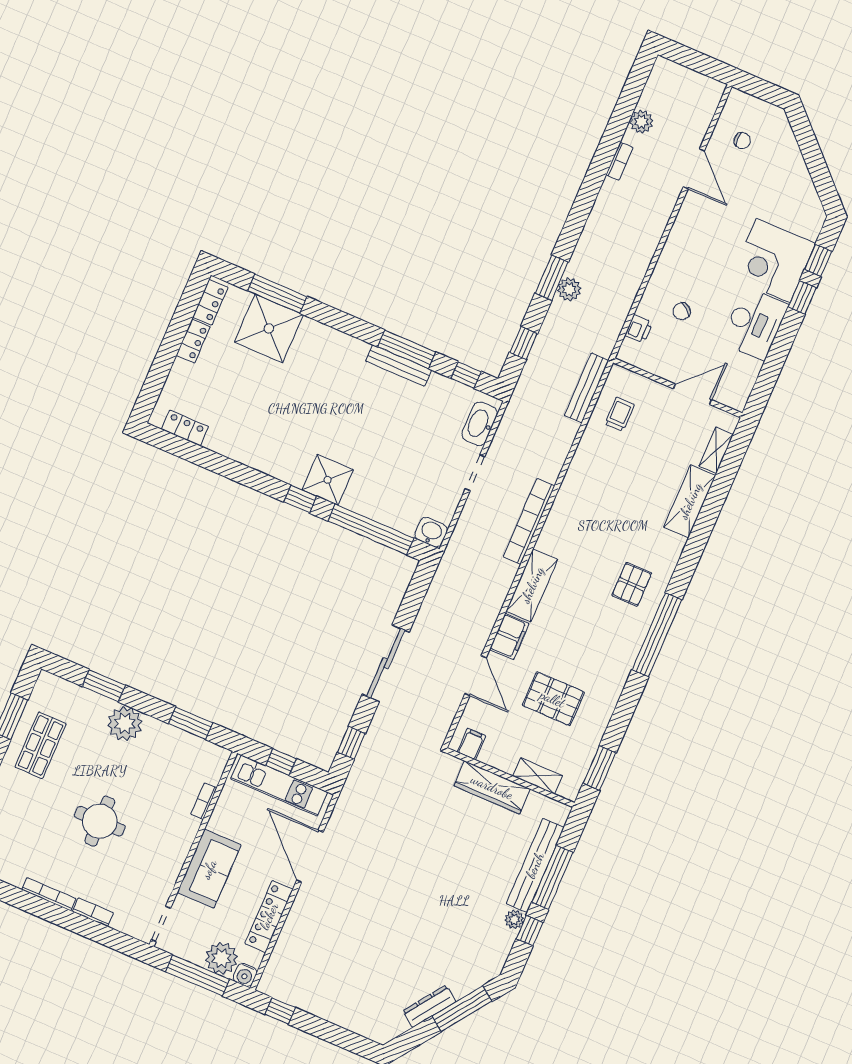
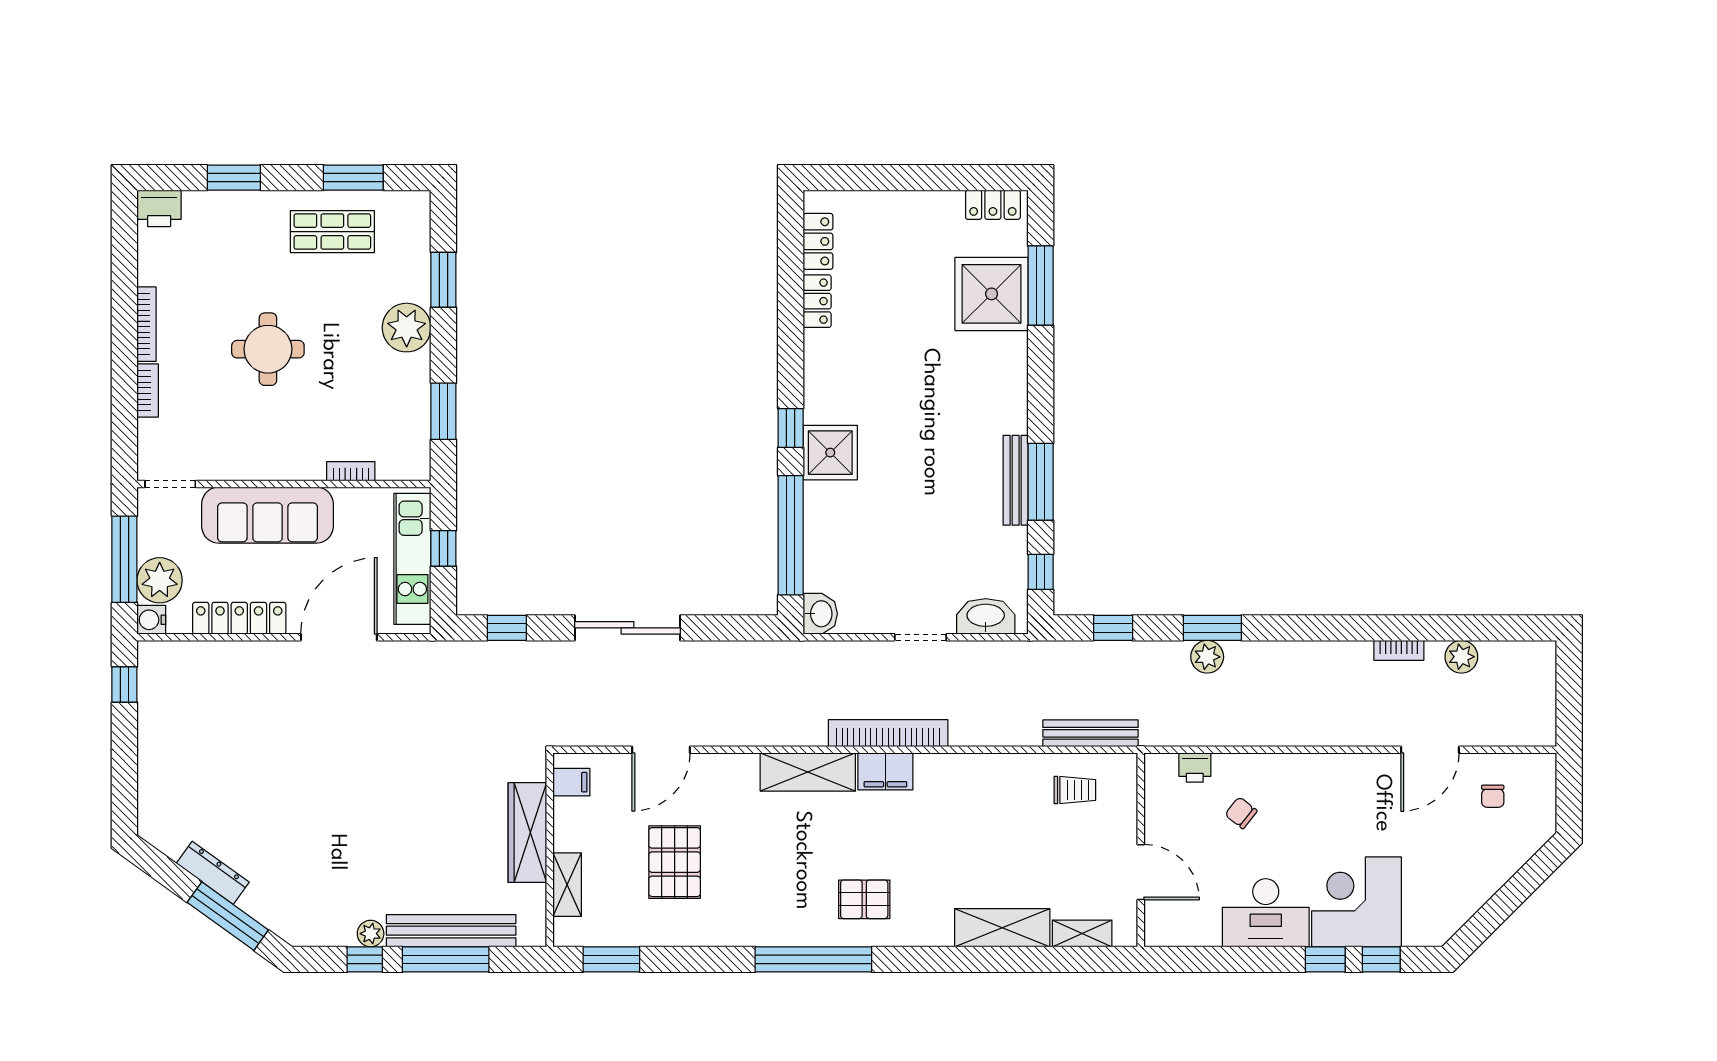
locker: (193, 341) -> (817, 301), moved, turned -90
filing cabinet: (509, 636) -> (885, 771), moved
sofa: (209, 869) -> (268, 515), width x1.36

